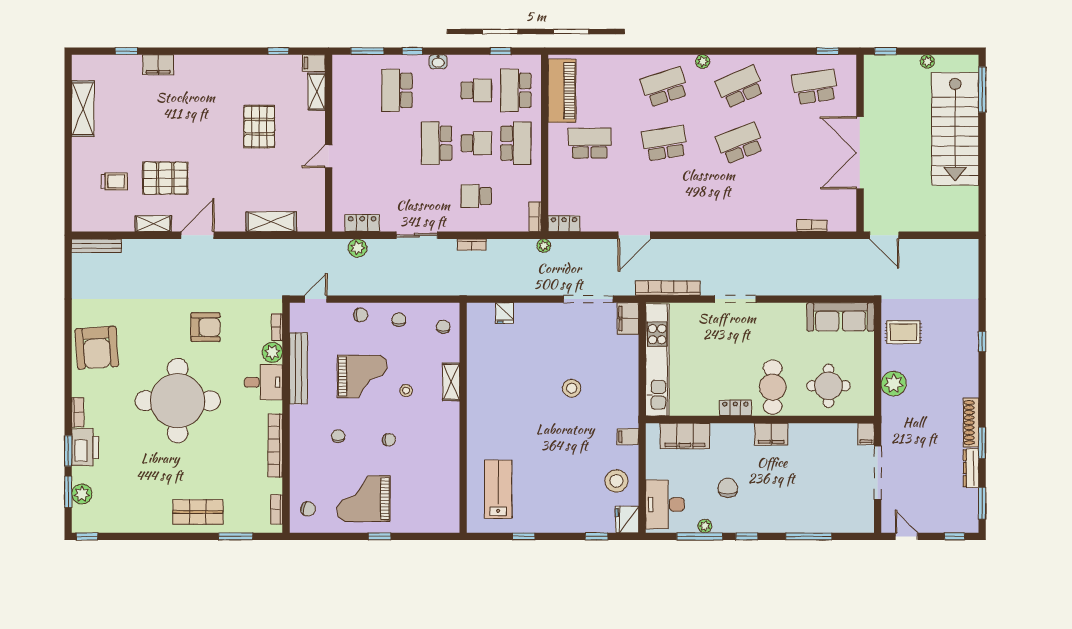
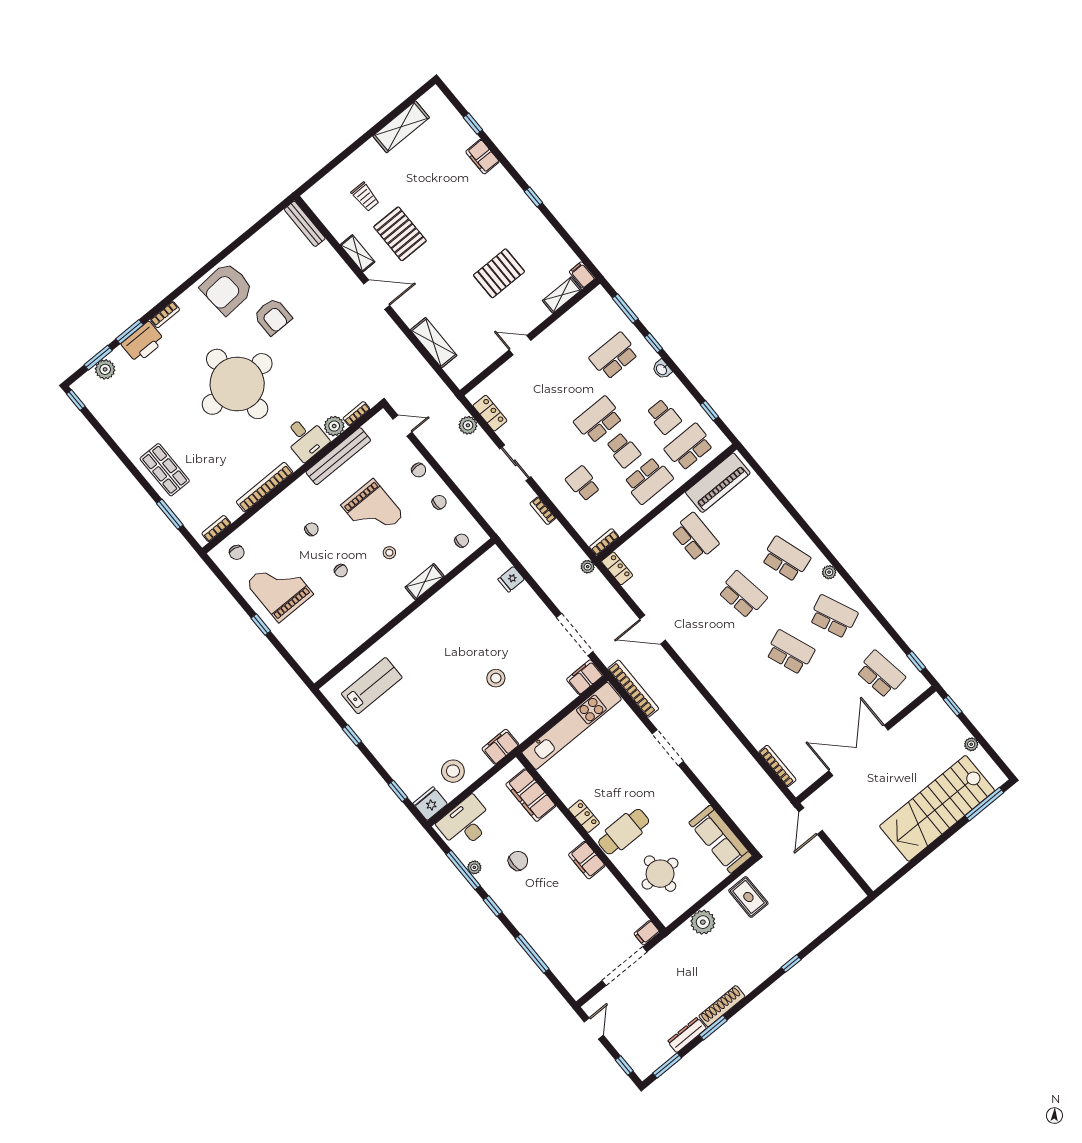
window: (278, 51) -> (533, 197), moved
bookcase: (812, 226) -> (777, 766), width x1.56
armchair: (205, 327) -> (273, 317), moved
filing cabinet: (628, 437) -> (500, 747), width x2.00

